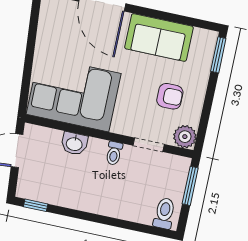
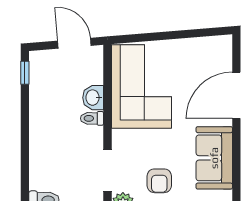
doorway: (149, 145) -> (107, 170), width x1.38
toilet: (114, 153) -> (92, 118), moved

